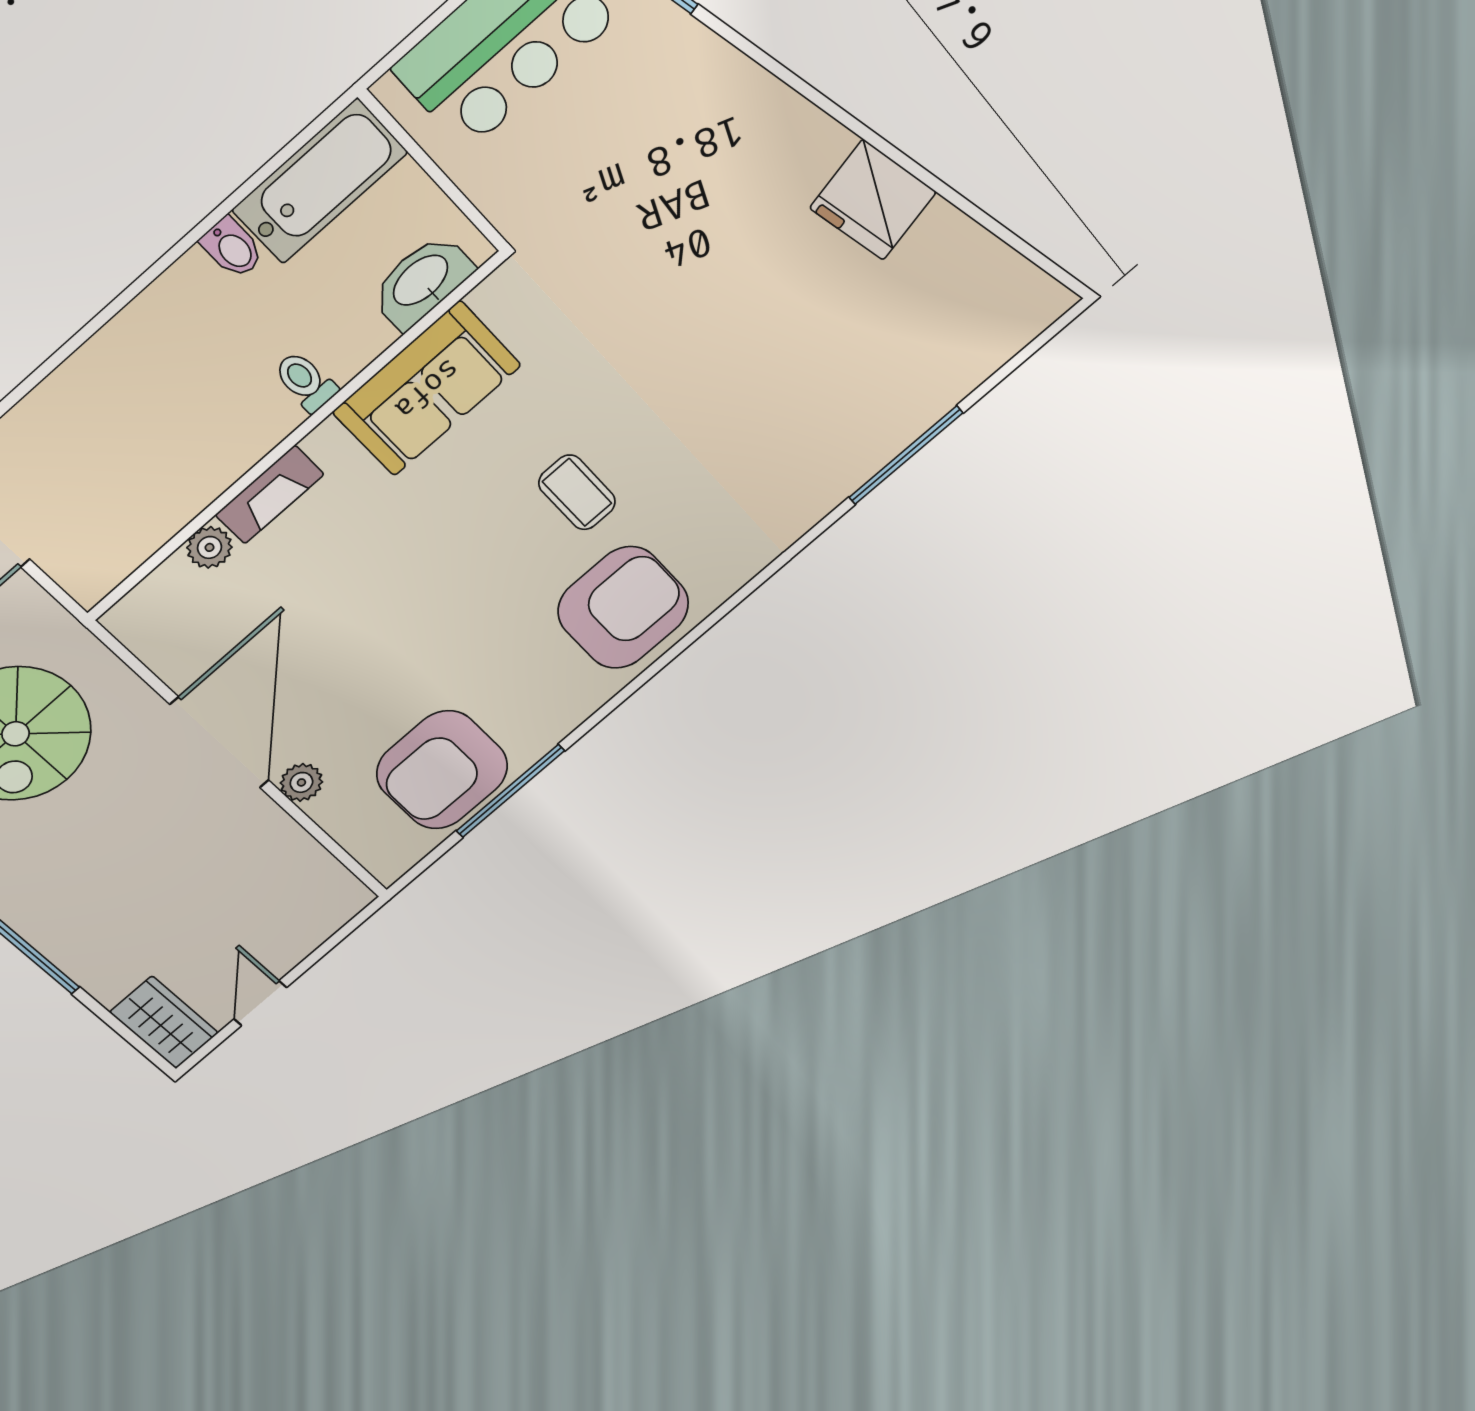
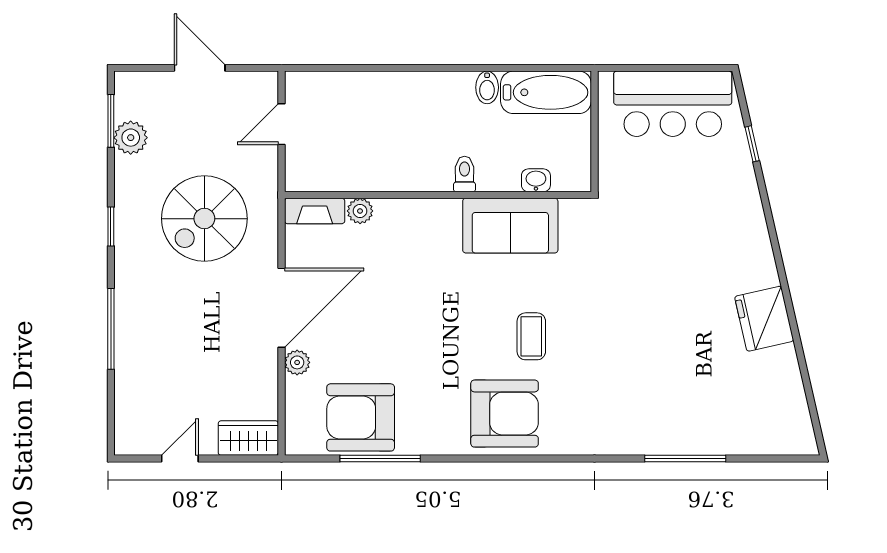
washbasin: (422, 281) -> (536, 180), width x0.52, depth x0.69
fireplace: (270, 495) -> (315, 211), moved
wardrobe: (164, 1023) -> (248, 438), moved, turned -90

